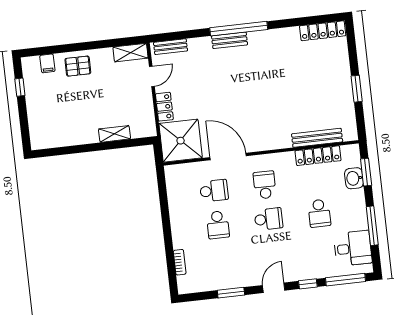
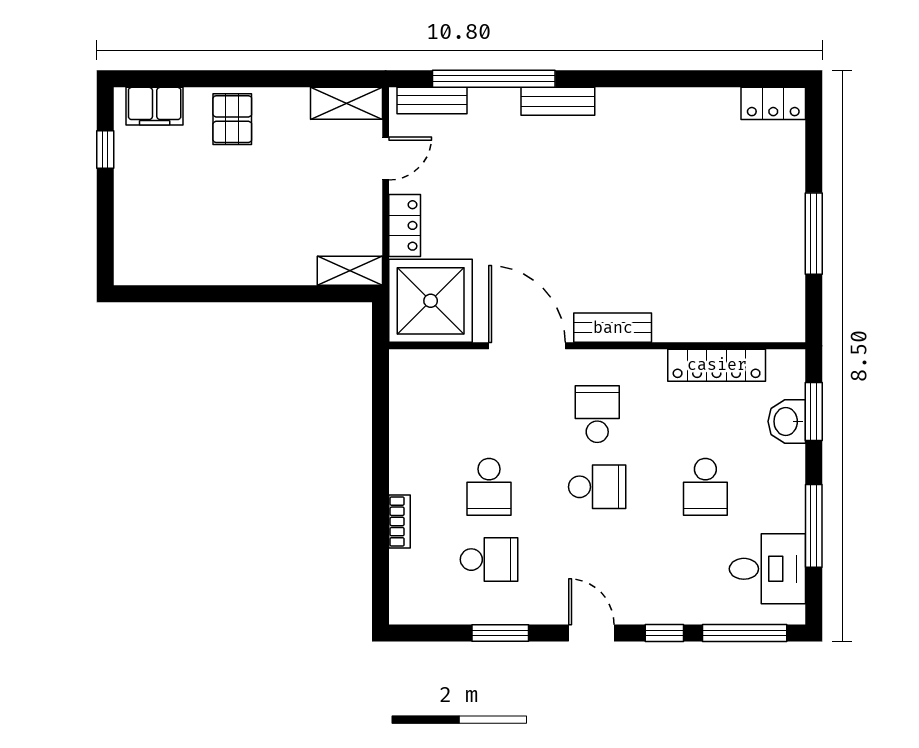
window: (239, 29) -> (494, 79), moved
locker: (323, 31) -> (773, 103), width x0.66
filing cabinet: (47, 63) -> (155, 106), width x2.00
pallet: (78, 66) -> (232, 119), turned 90
window: (357, 89) -> (814, 234), width x1.44
shelving: (115, 134) -> (350, 271), moved
bench: (317, 138) -> (613, 328), moved, width x0.73
school desk: (214, 191) -> (489, 560), moved
bookcase: (180, 262) -> (400, 521), moved
door: (274, 288) -> (591, 633), hinge flipped

